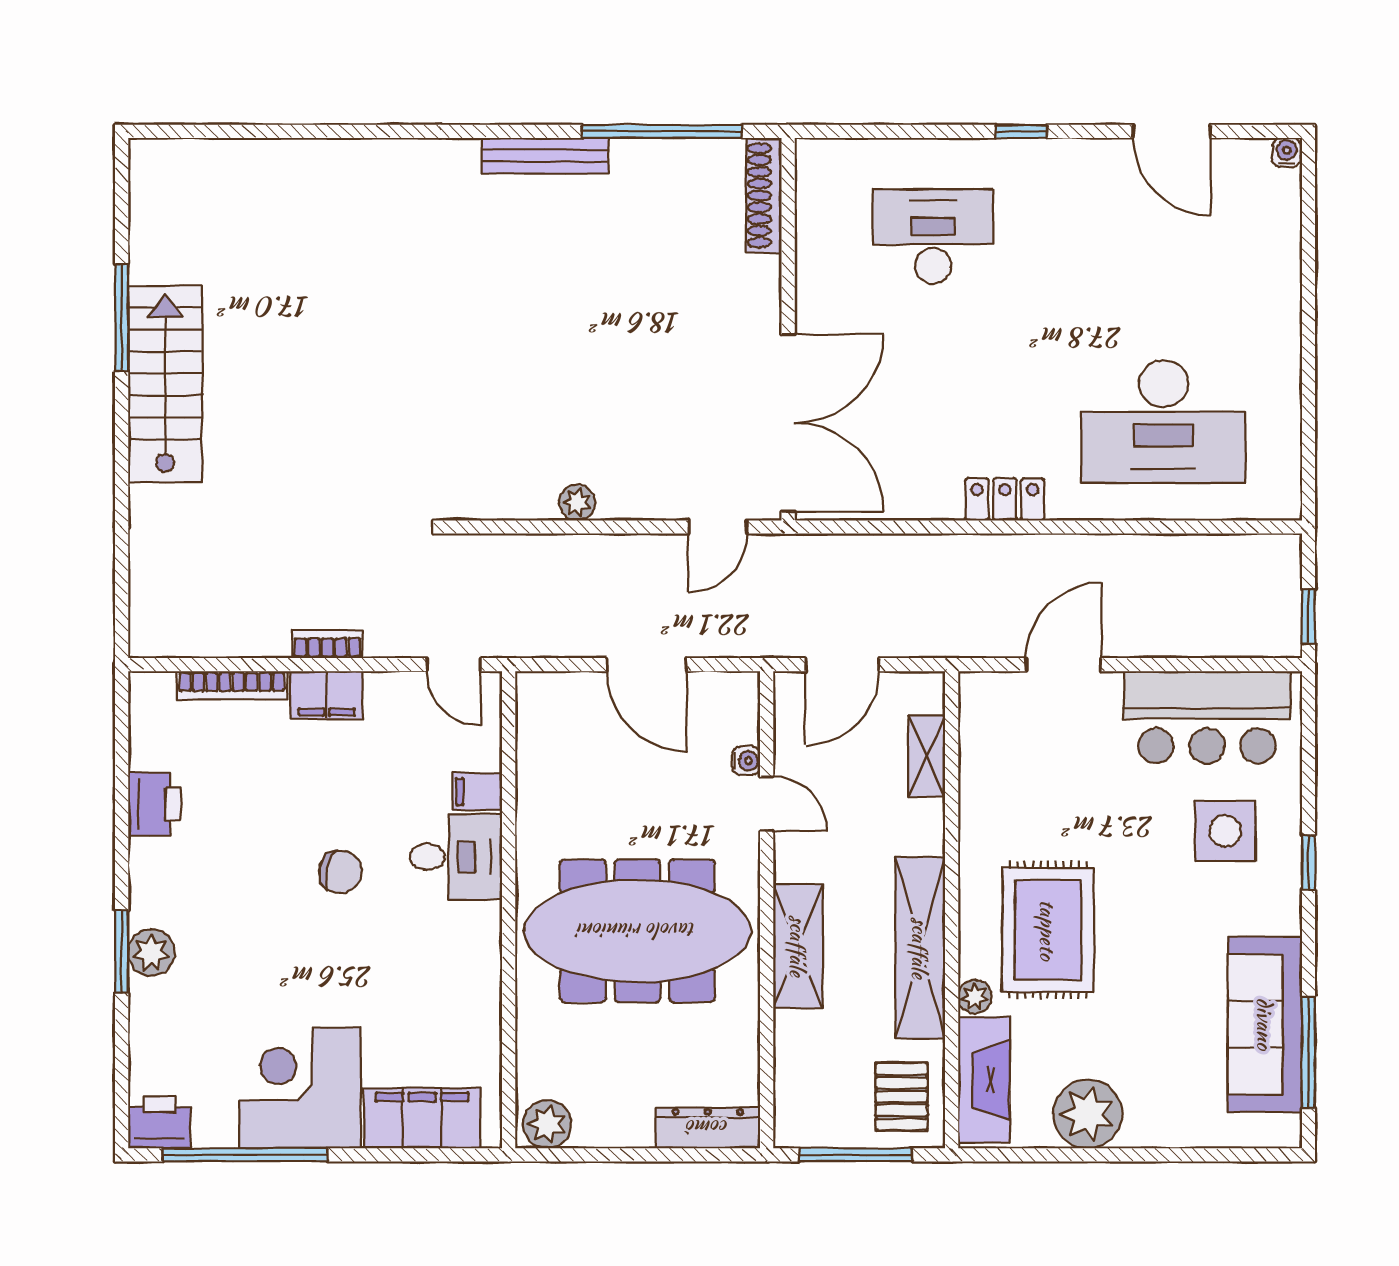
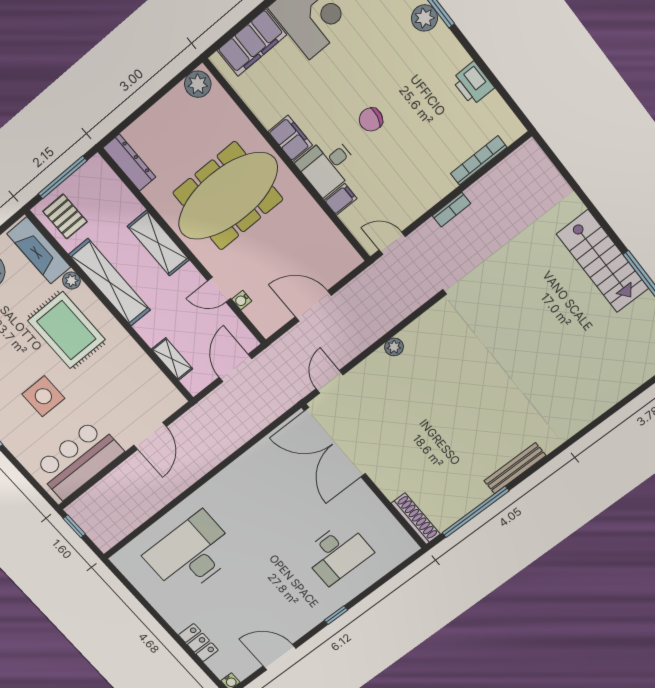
locker: (1005, 499) -> (198, 643), moved, turned -90
filing cabinet: (327, 695) -> (290, 138), moved, turned 90
side table: (1225, 831) -> (43, 396), moved
dresser: (708, 1128) -> (129, 162), moved, turned -90

